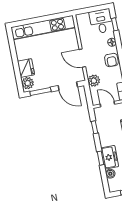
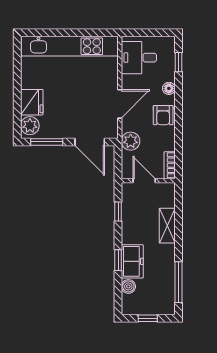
desk: (101, 21) -> (139, 58), moved, turned -90
door: (82, 58) -> (120, 104), swing flipped

